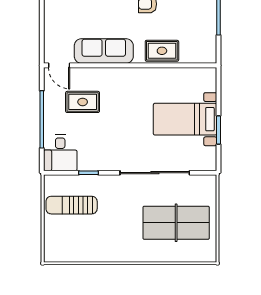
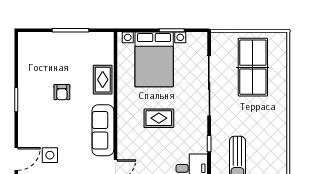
rug: (83, 102) -> (159, 118), moved, turned 90
bed with nightstands: (185, 119) -> (154, 59), width x1.36

